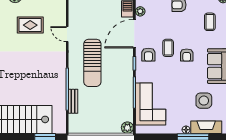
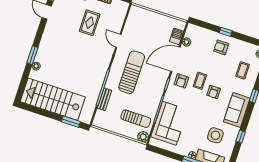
rug: (30, 25) -> (90, 23), turned 90
sun lounger: (92, 63) -> (132, 72), turned 180
sun lounger: (113, 111) -> (136, 119), added

